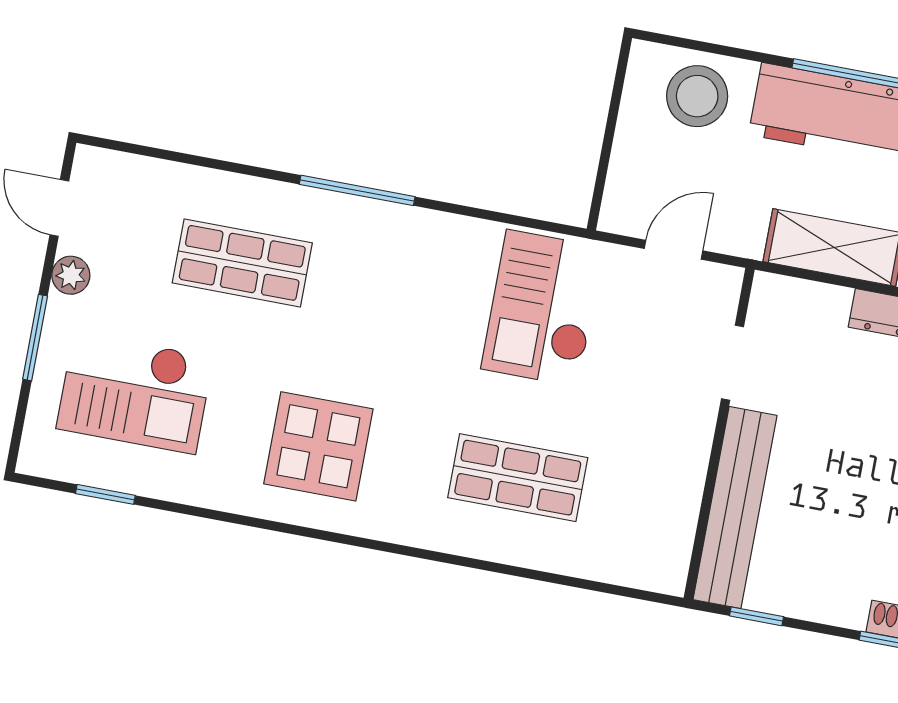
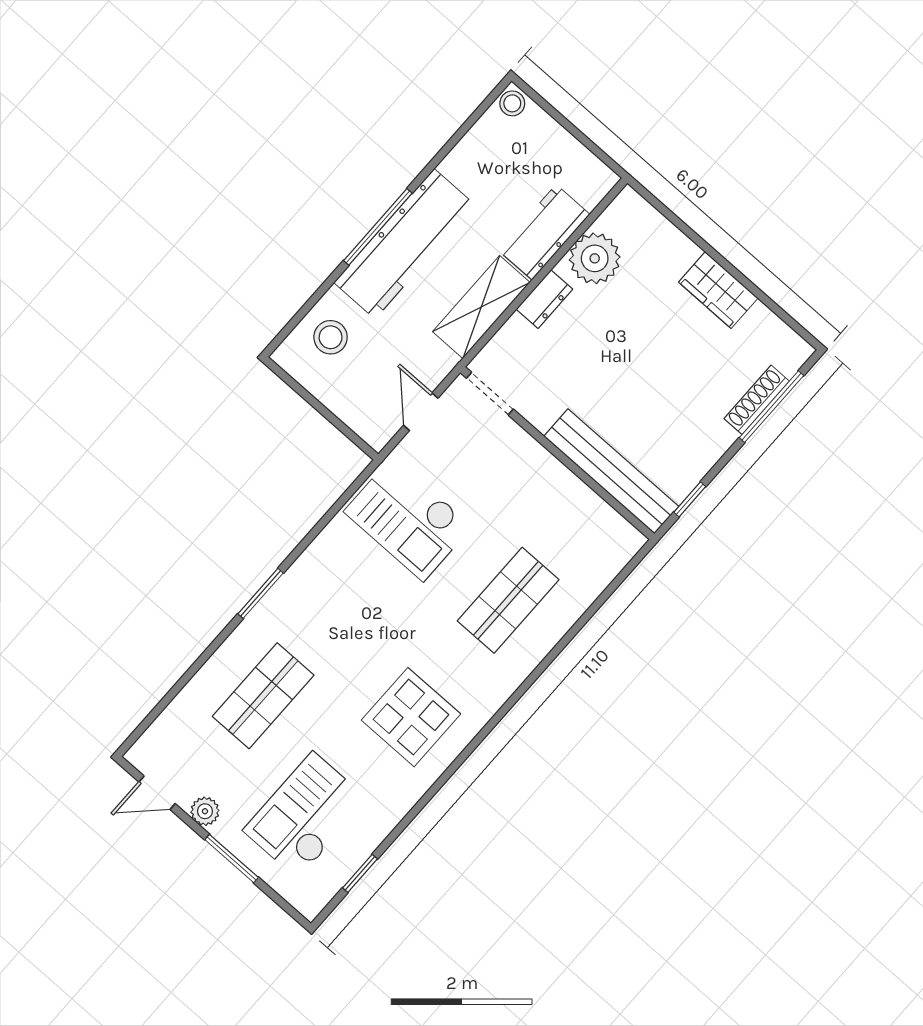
stool: (697, 96) -> (331, 337), width x0.73, depth x0.73
window: (357, 190) -> (261, 593), width x0.69
doorway: (732, 363) -> (490, 394), moved
checkout: (135, 393) -> (306, 815), turned 180

